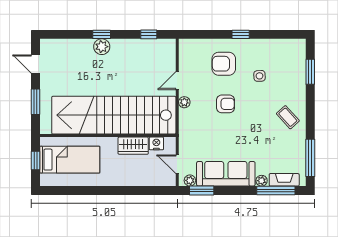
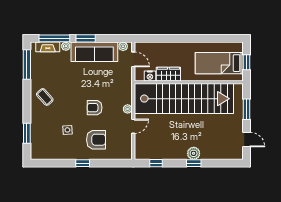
window: (202, 190) -> (86, 38), moved

